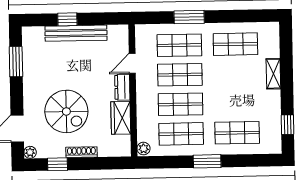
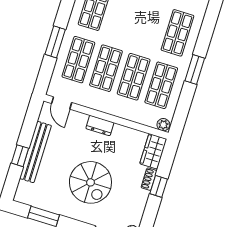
door: (132, 63) -> (62, 103), moved
spiral stairs: (66, 111) -> (90, 182), moved, turned 90
wardrobe: (121, 118) -> (153, 151), moved, turned 90
shoe rack: (81, 152) -> (149, 179), width x0.70
window: (58, 164) -> (159, 186), moved

